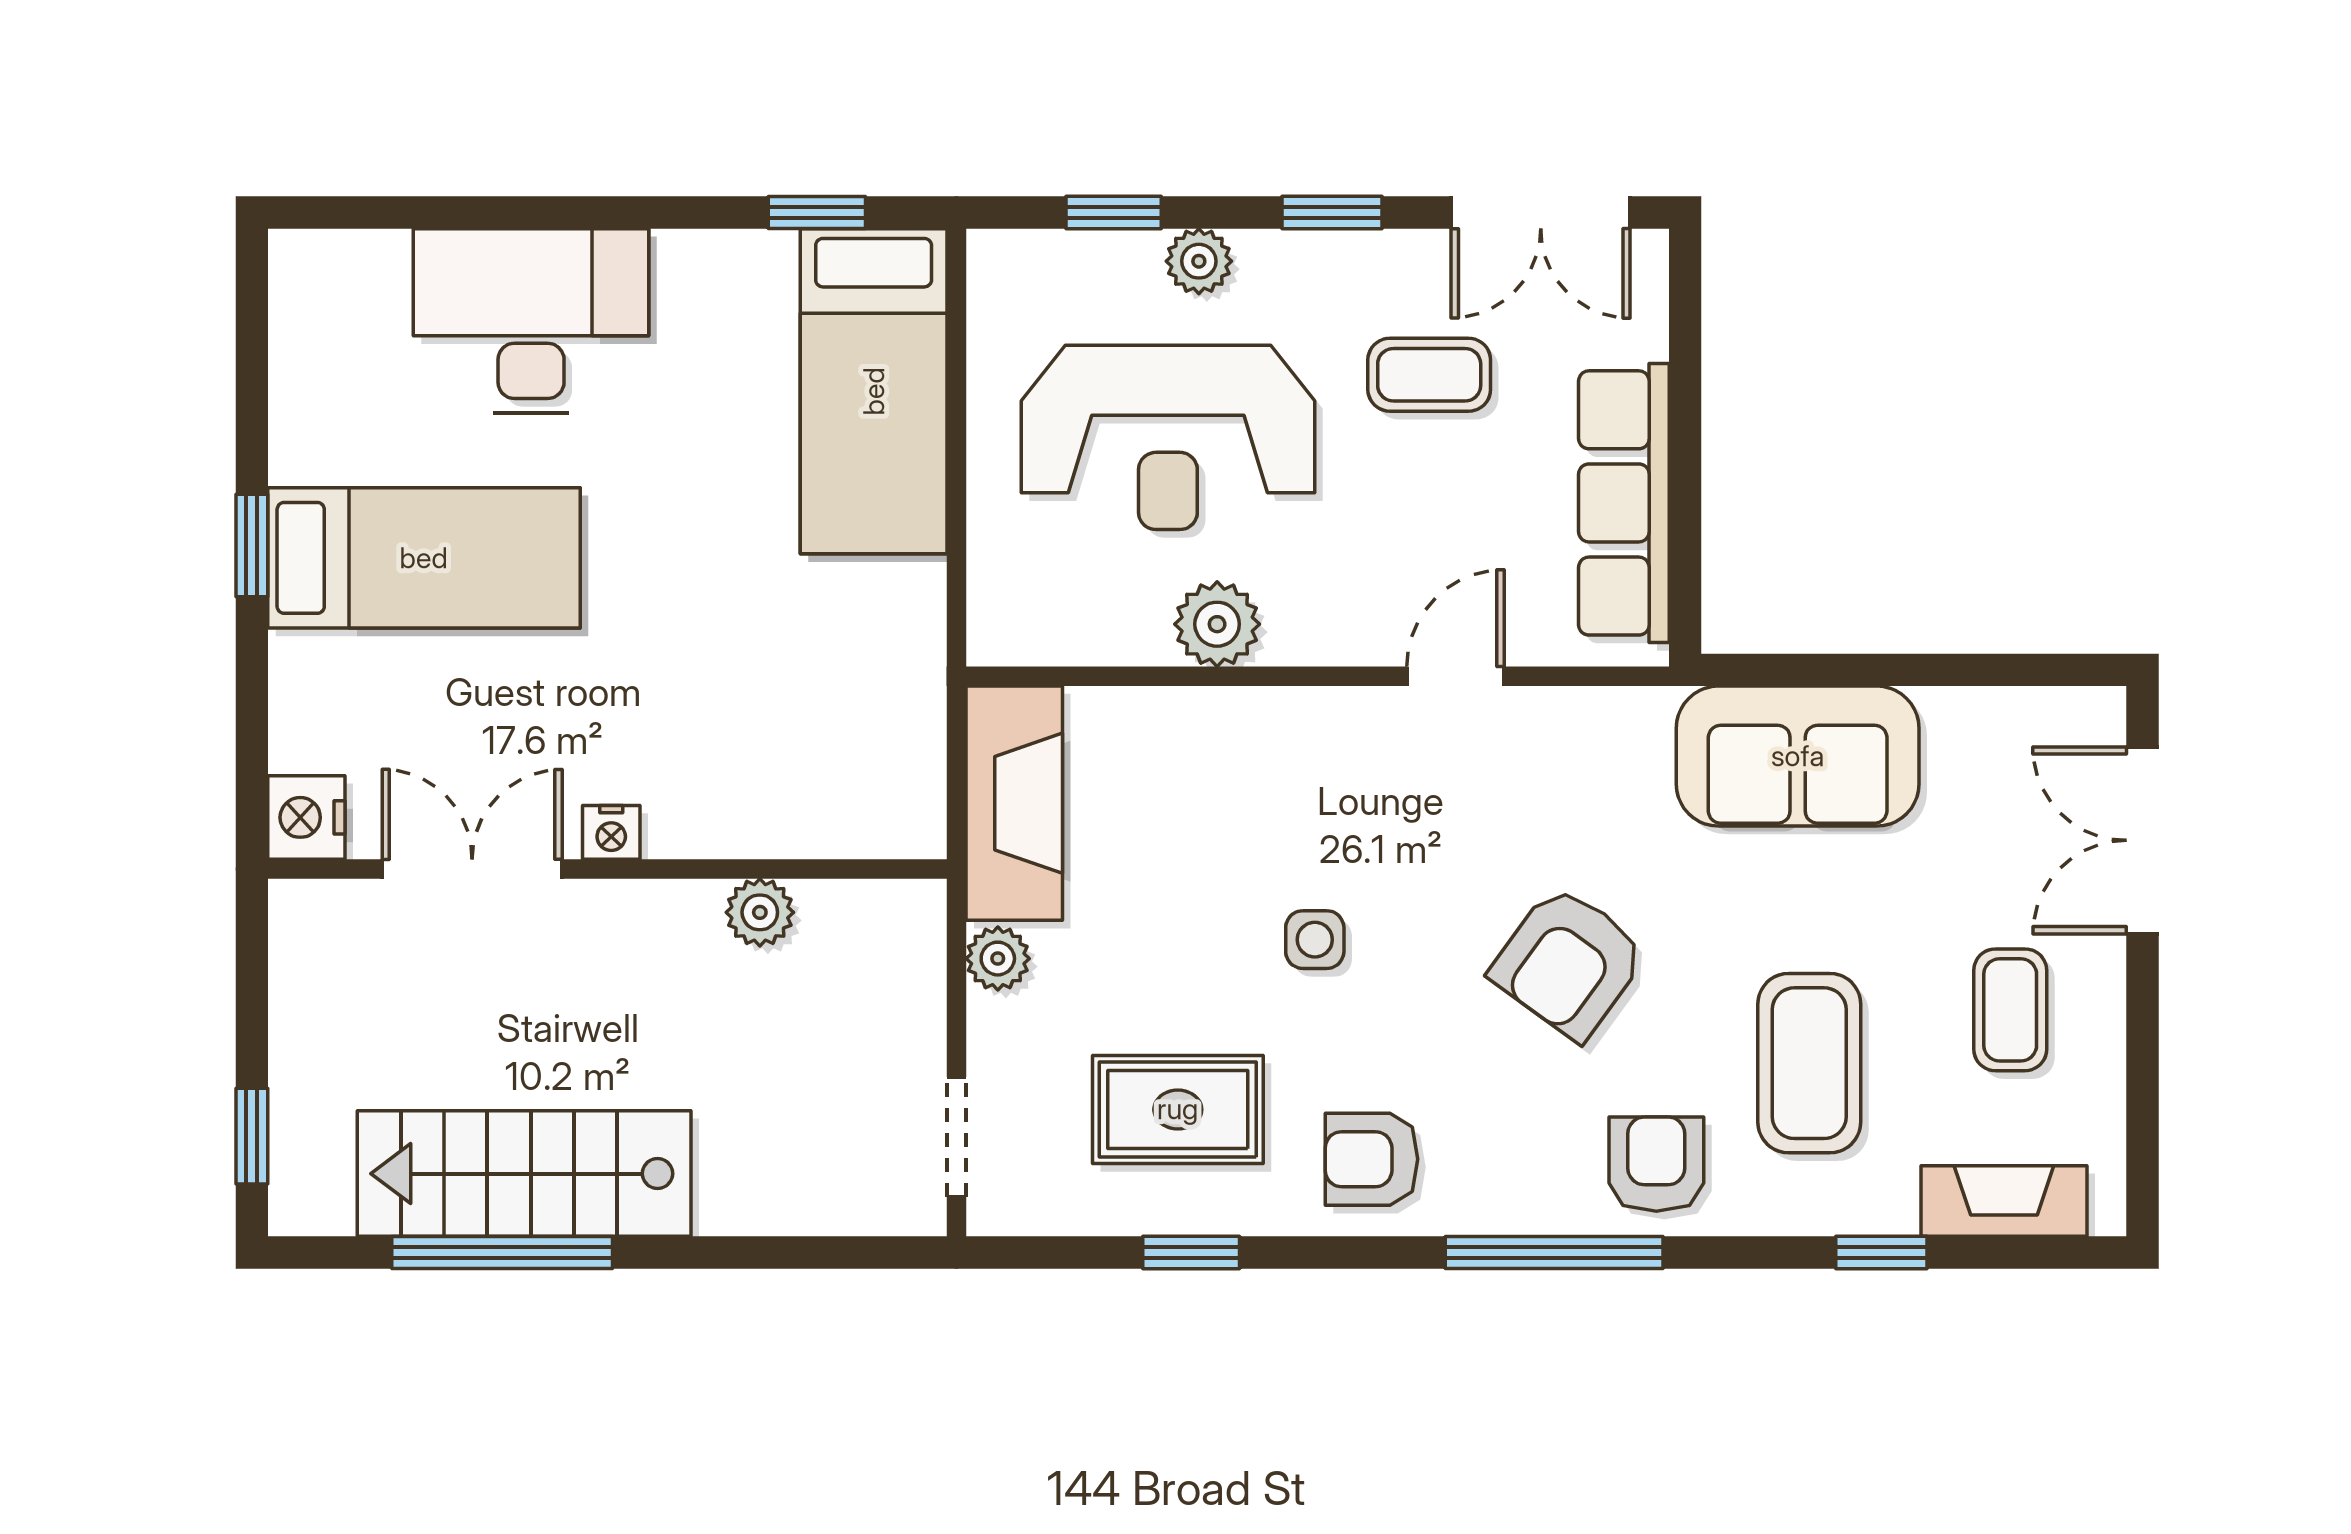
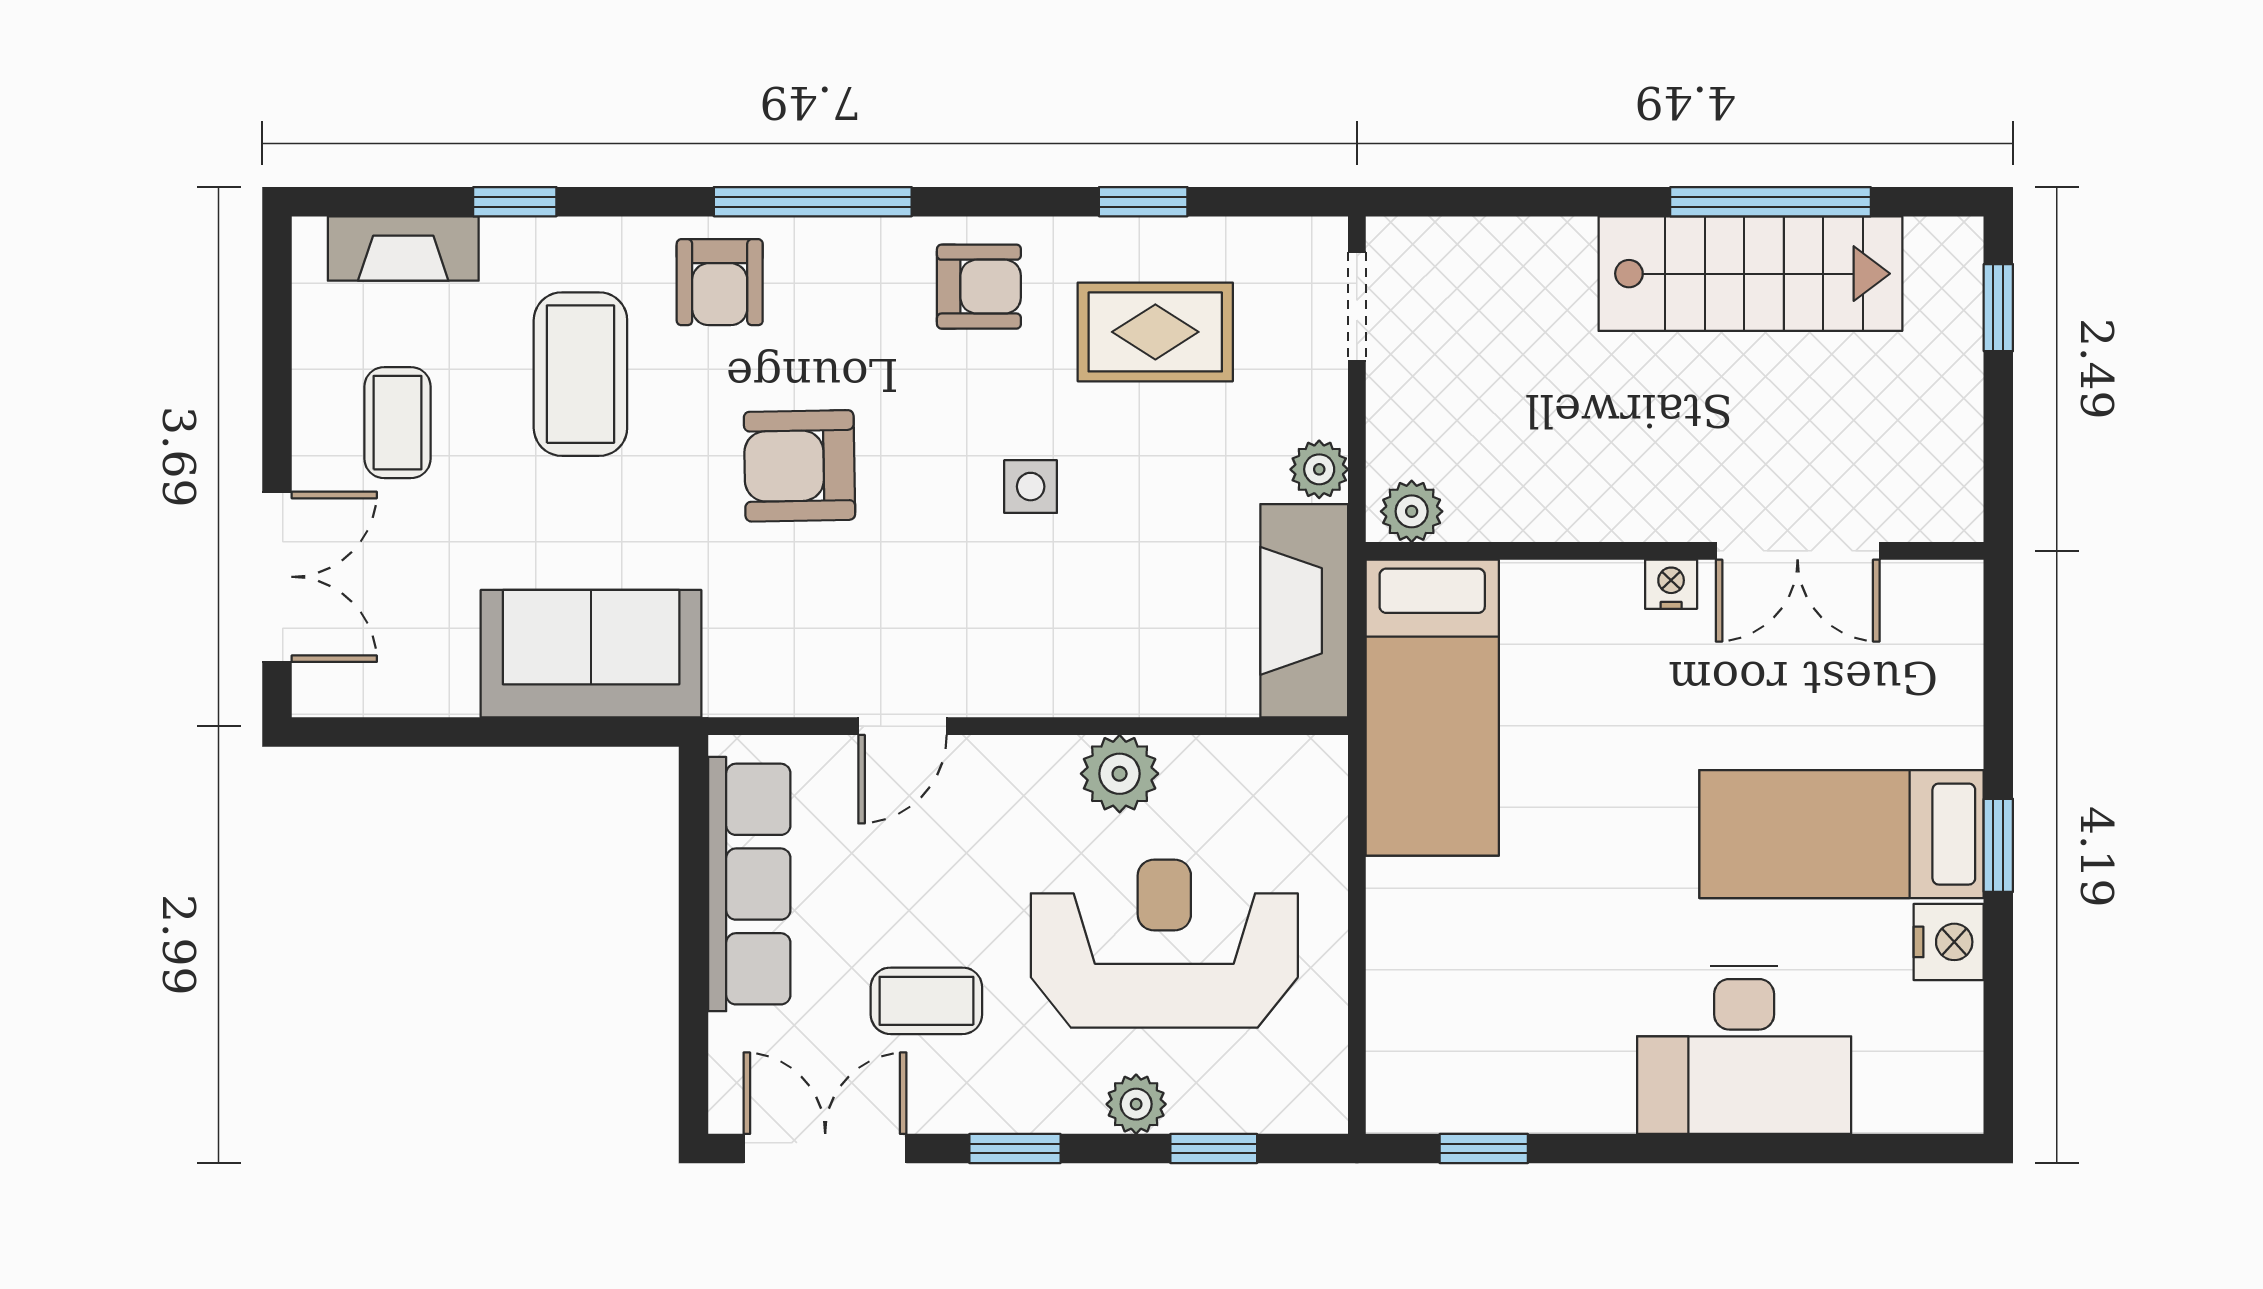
bed: (874, 391) -> (1432, 708), moved, turned 180
nightstand: (306, 817) -> (1949, 942), moved
plant: (760, 912) -> (1412, 511), moved
armchair: (1569, 962) -> (800, 466), turned -127

